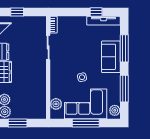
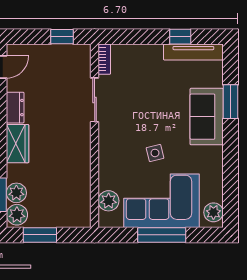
window: (17, 12) -> (62, 37), moved
window: (124, 48) -> (230, 102), width x0.69
window: (124, 89) -> (230, 173), removed

